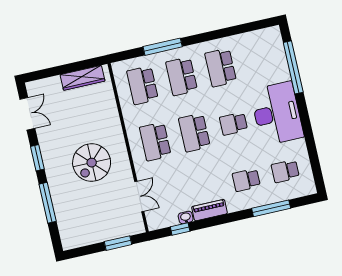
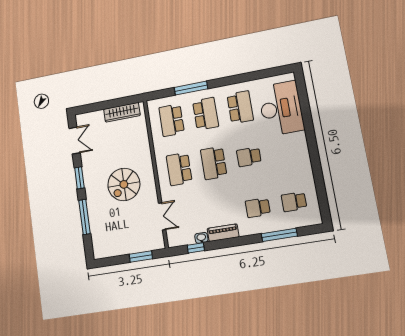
school desk: (221, 67) -> (240, 107), turned 180
window: (293, 67) -> (305, 109), removed
school desk: (182, 76) -> (206, 114), turned 180
desk: (277, 114) -> (281, 108), moved

